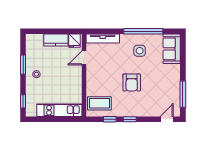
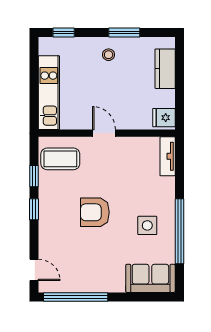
tv unit: (103, 38) -> (168, 156), width x0.71
kitchen counter: (56, 40) -> (165, 69), moved
door: (84, 58) -> (104, 133), moved
window: (183, 94) -> (76, 297), width x1.46
coffee table: (99, 103) -> (60, 159), turned 90

